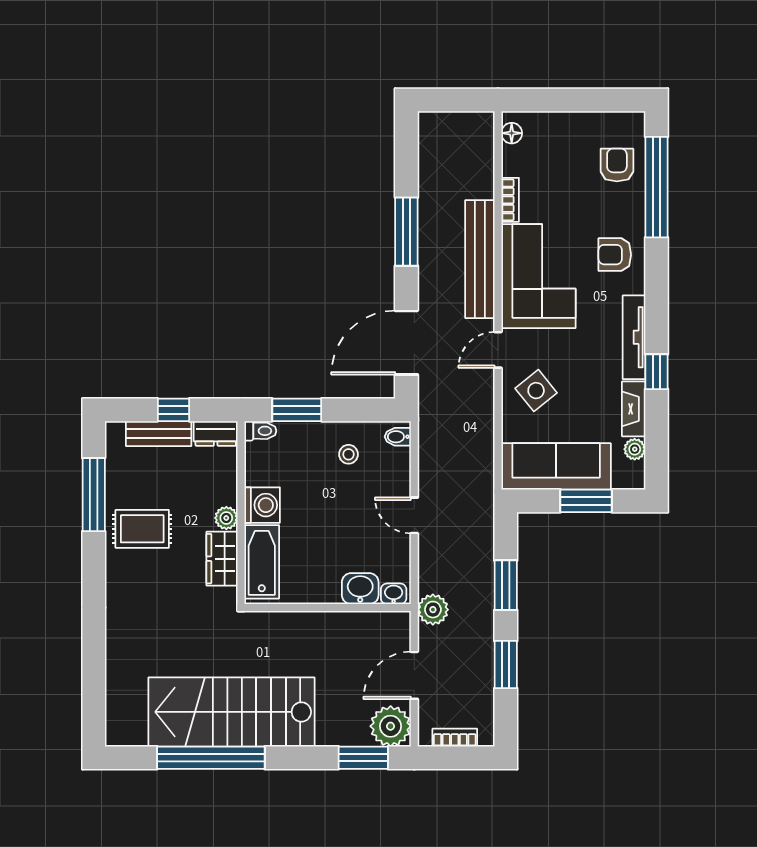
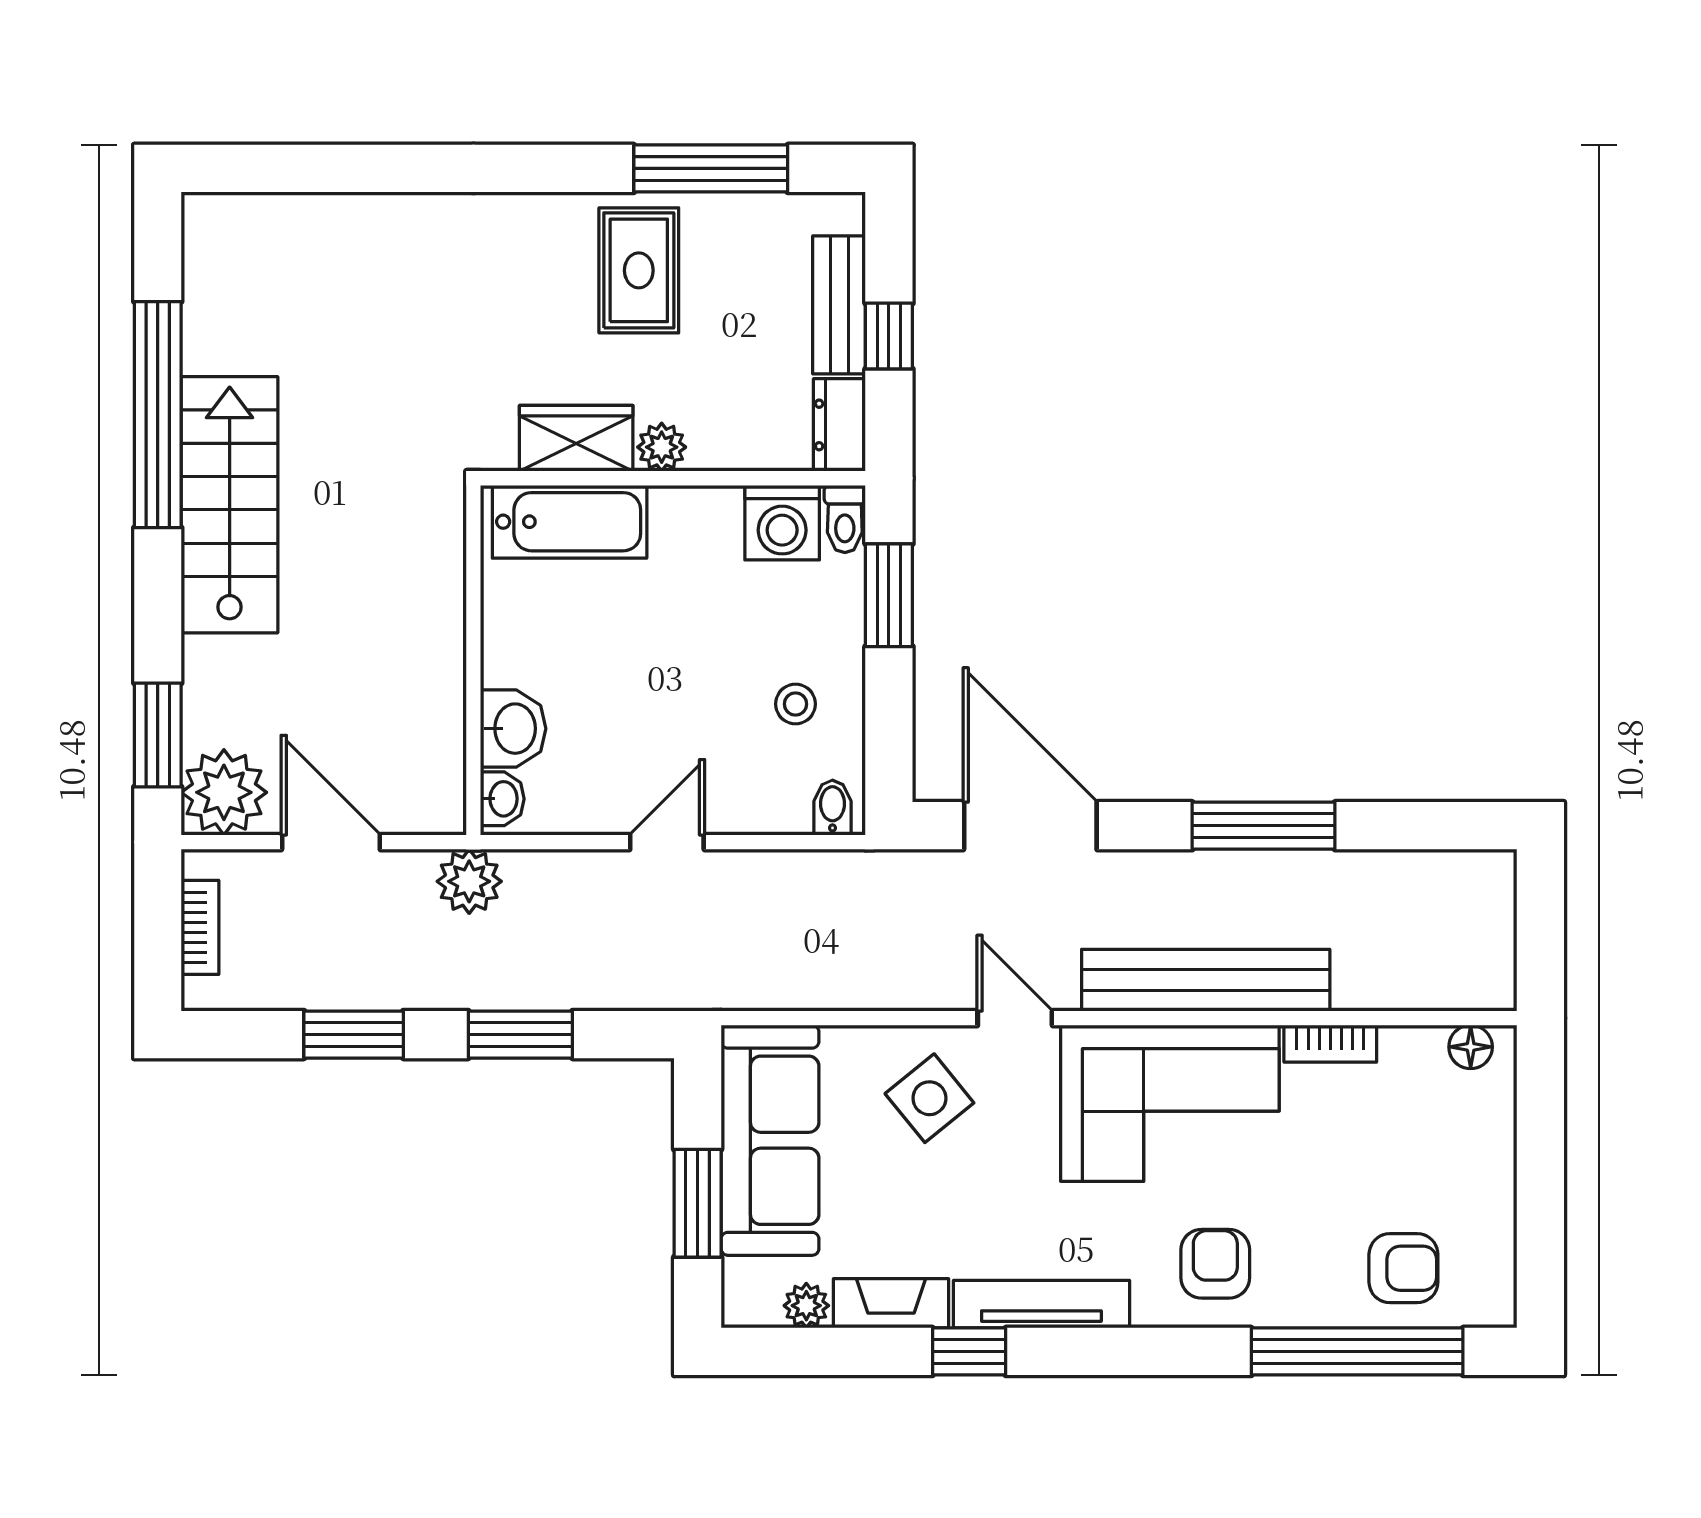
washing machine: (262, 505) -> (782, 523), moved
stairs: (232, 712) -> (230, 505), width x0.73, depth x0.66

